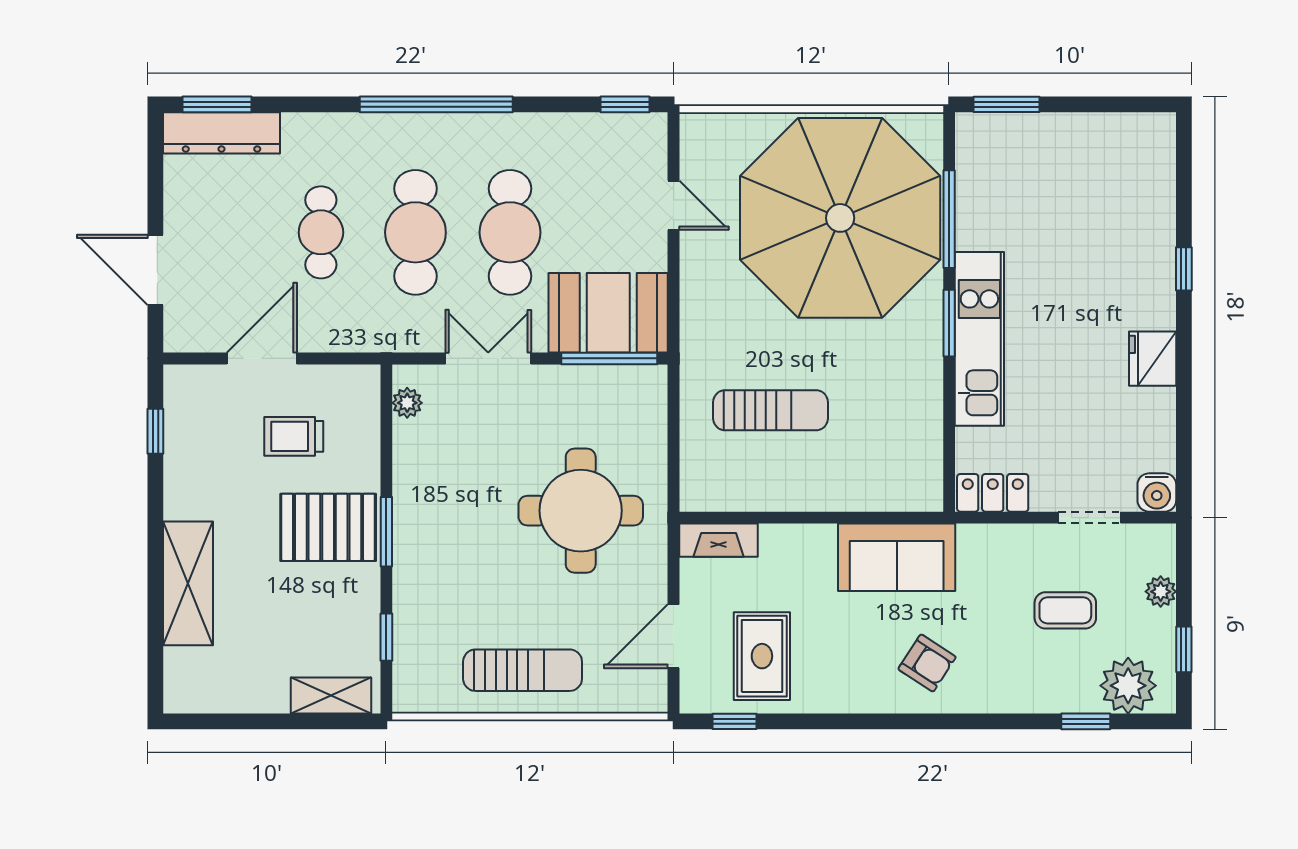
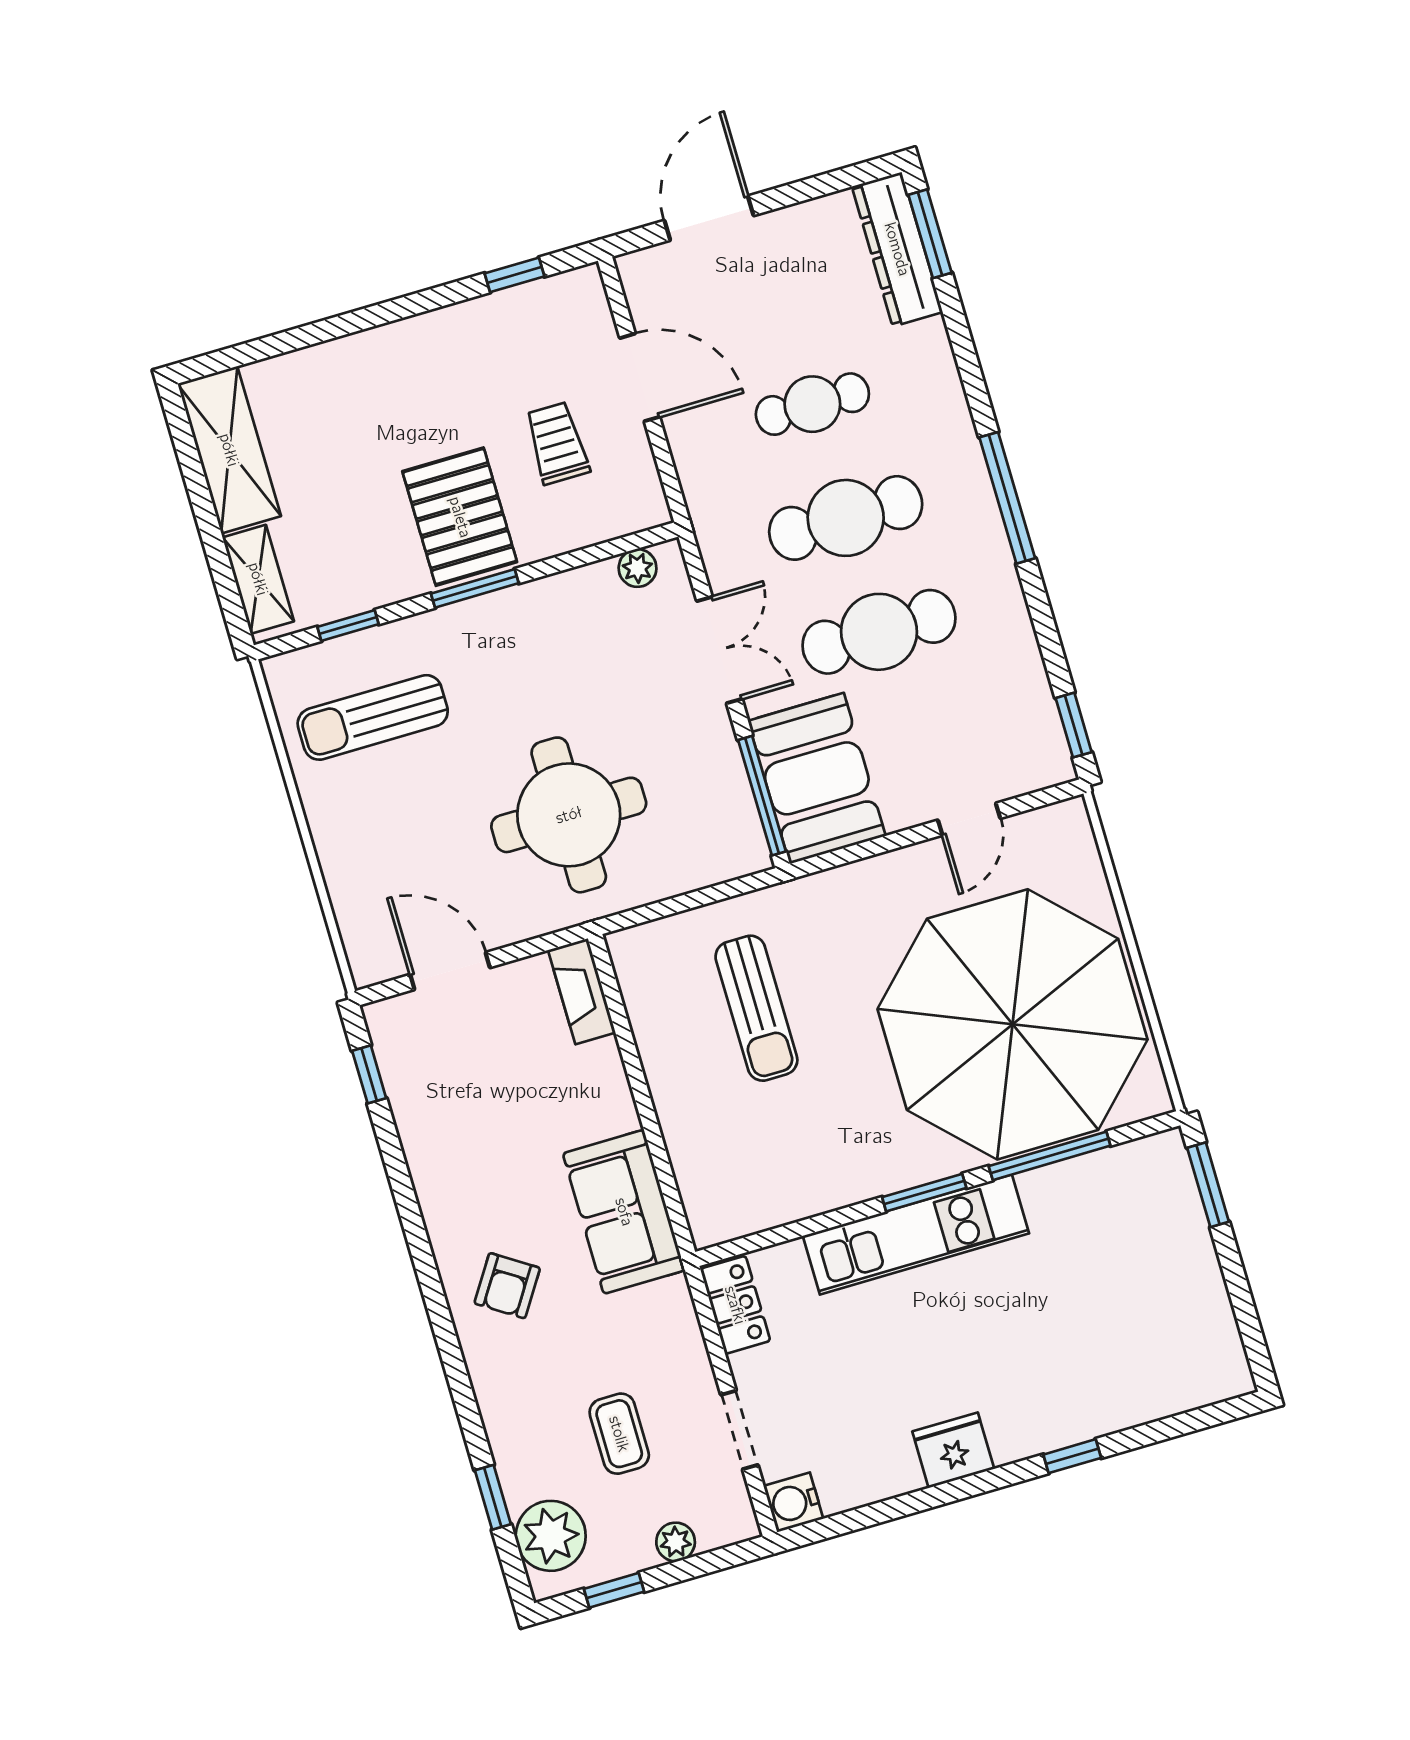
window: (436, 104) -> (1007, 498), width x0.68
shelving: (188, 583) -> (229, 450), moved, turned 90
rug: (762, 656) -> (457, 1084), removed
sun lounger: (523, 670) -> (373, 717), moved, turned 90

